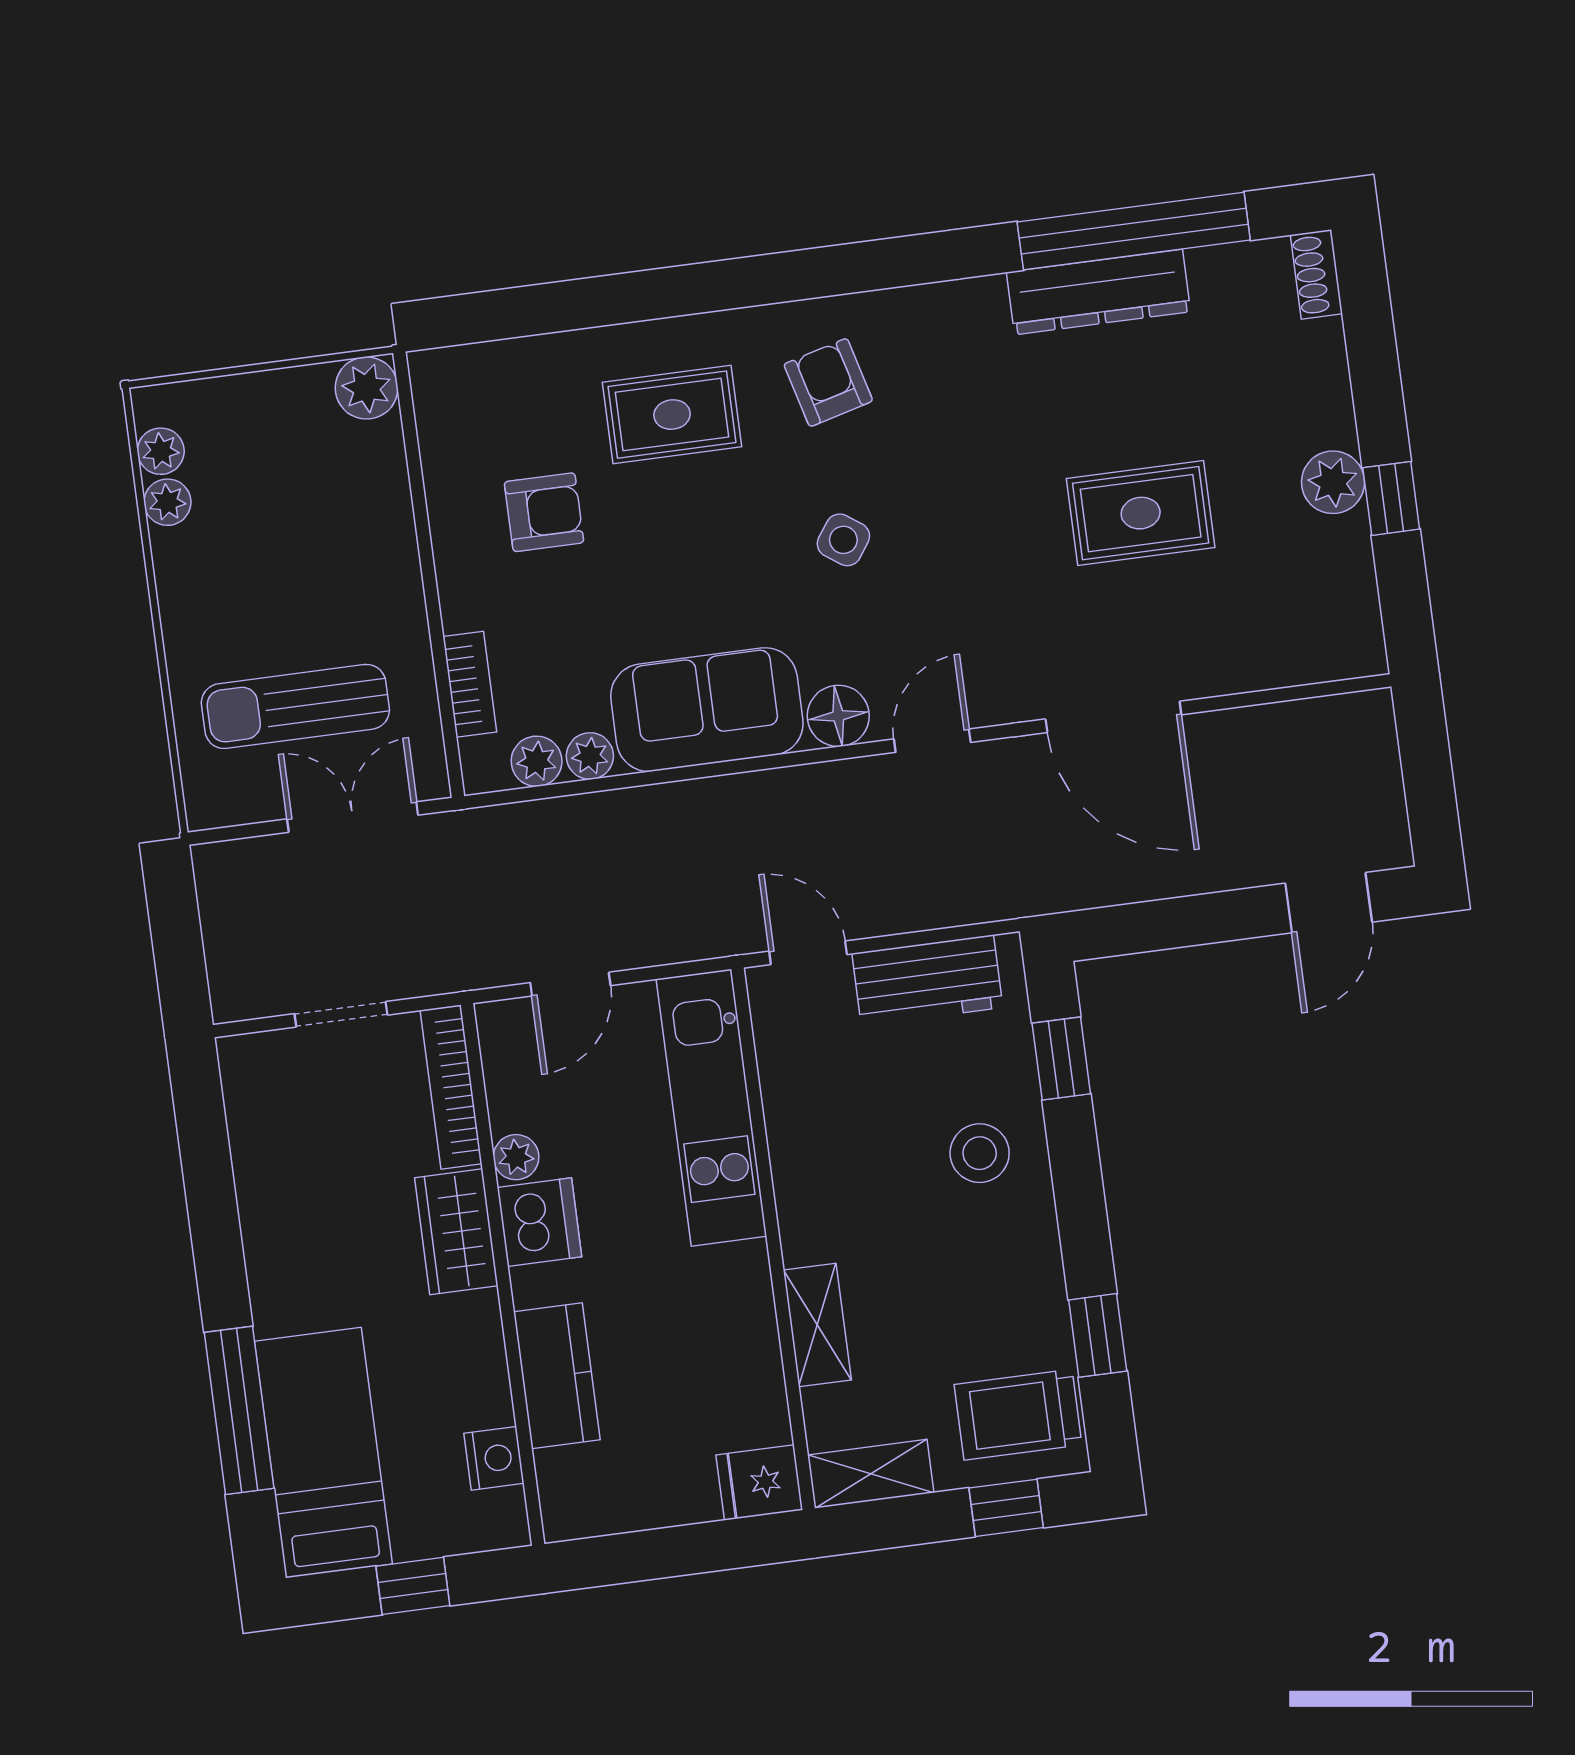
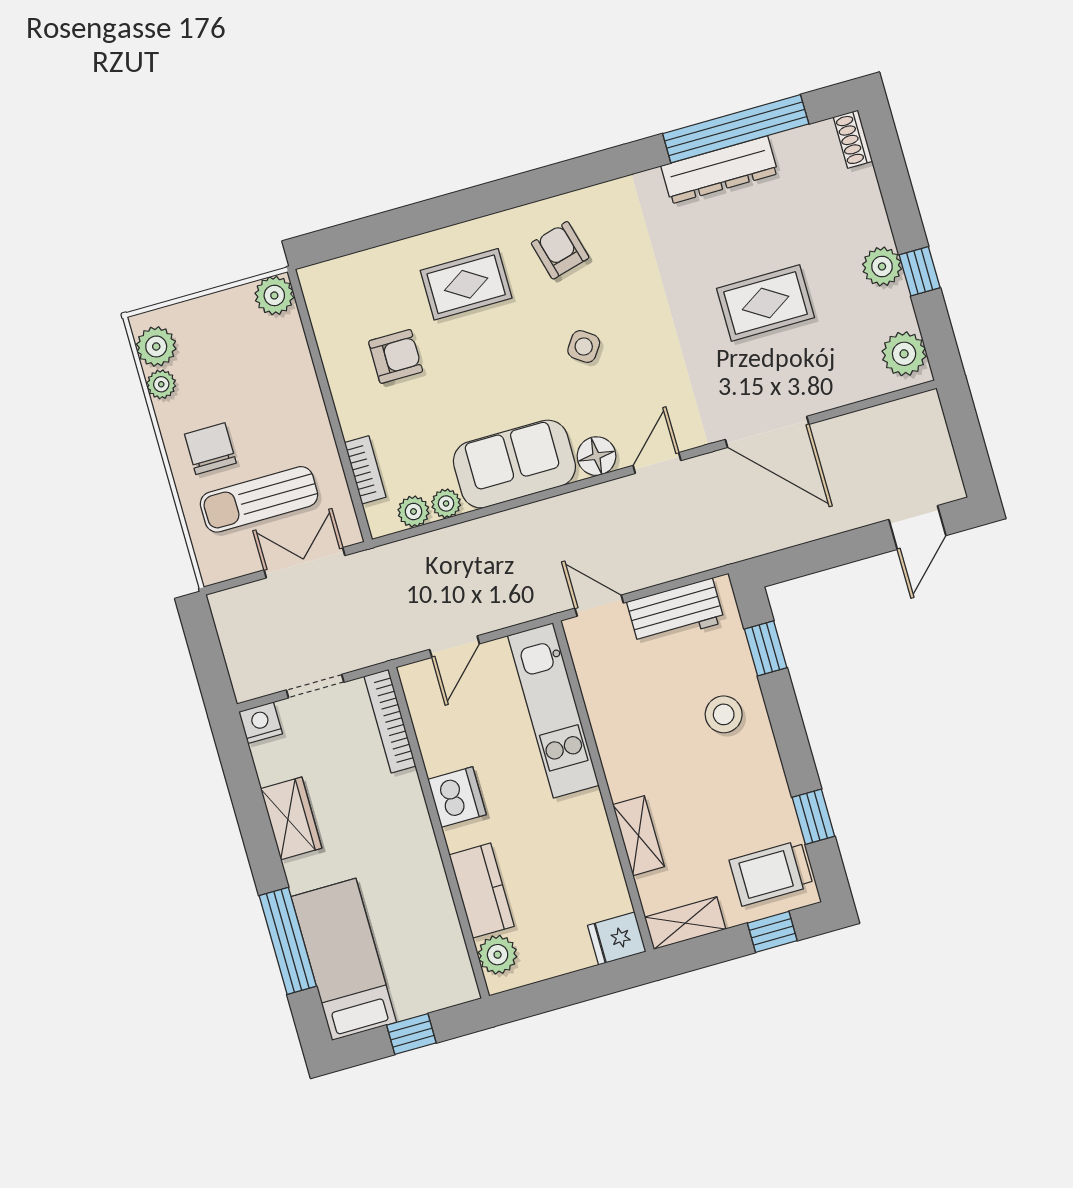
plant: (161, 451) -> (156, 346), width x1.38, depth x1.38
chair: (230, 615) -> (210, 449), added
plant: (1348, 625) -> (904, 354), added
plant: (516, 1157) -> (498, 955), moved, width x1.38, depth x1.38
wardrobe: (456, 1232) -> (291, 818), moved, turned 180
nightstand: (494, 1458) -> (261, 723), moved, turned -90

